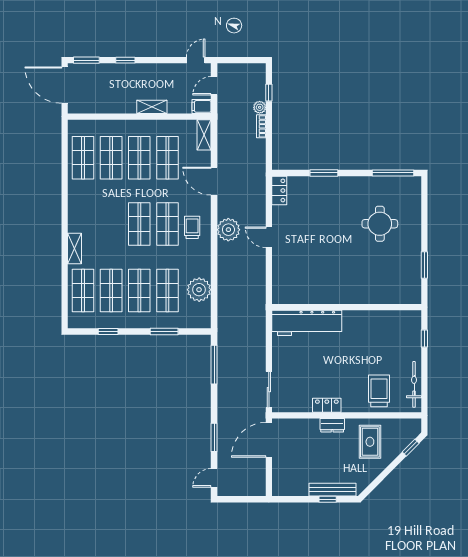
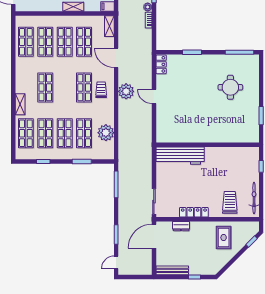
shop shelf: (139, 224) -> (45, 87), moved
locker: (327, 405) -> (194, 212), width x1.53
dresser: (332, 425) -> (181, 226), moved
bench: (333, 490) -> (172, 270), moved

